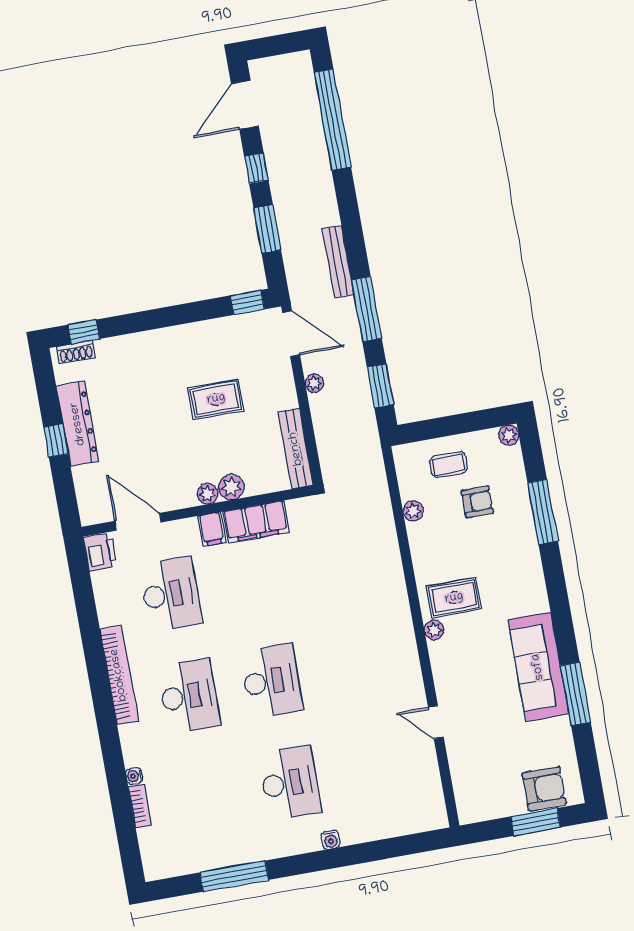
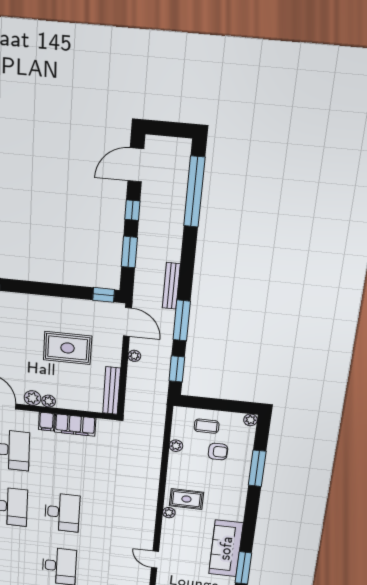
rug: (216, 399) -> (68, 348), width x1.36, depth x1.43
plant: (231, 487) -> (32, 398), moved

